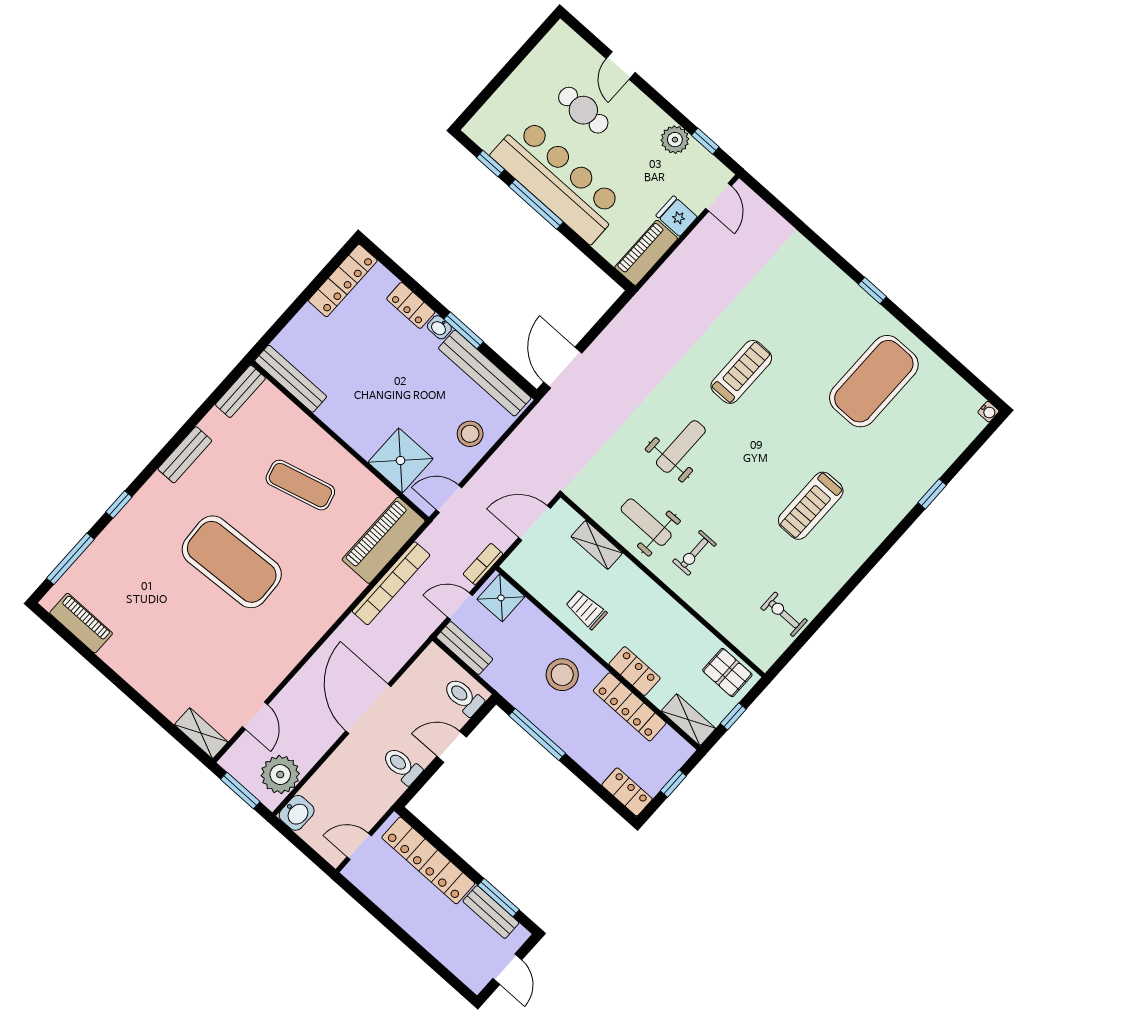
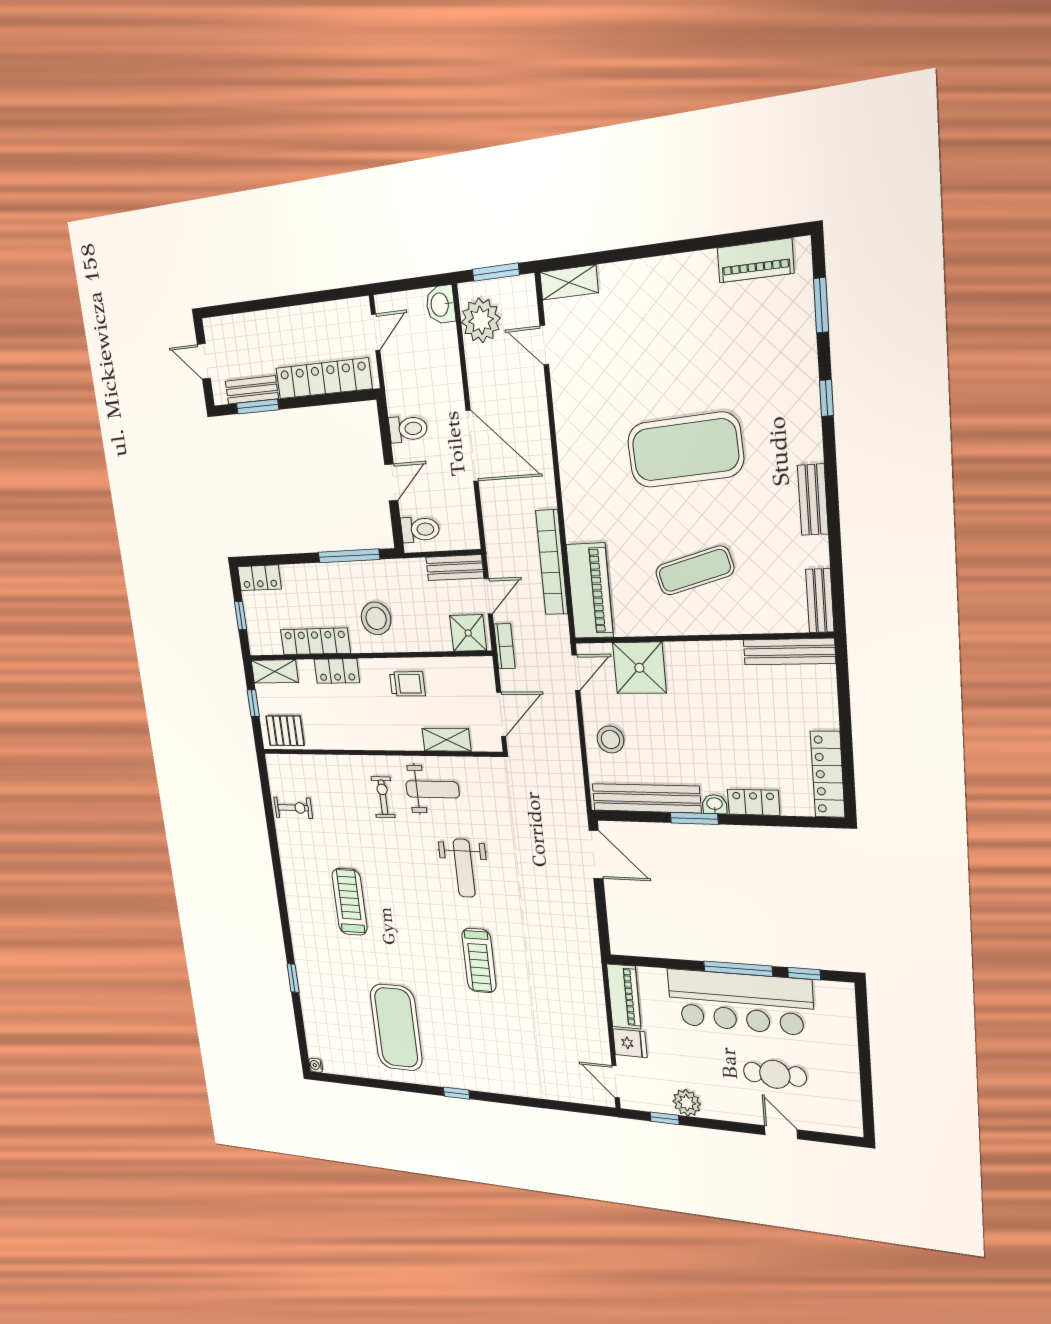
window: (70, 559) -> (821, 305), width x0.69

